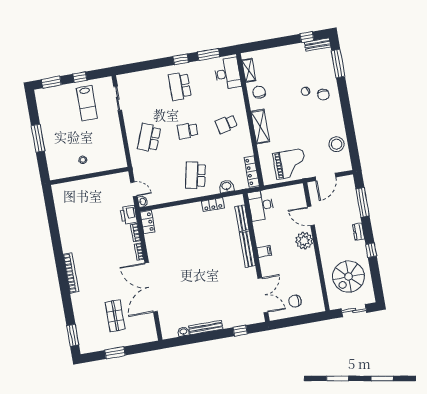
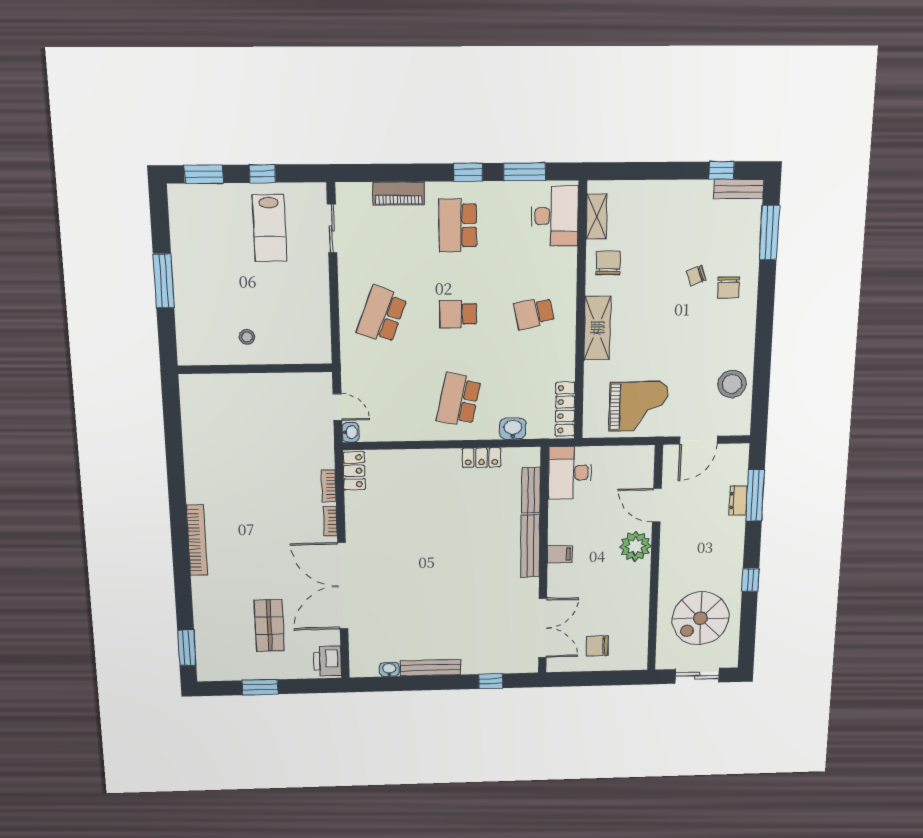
piano: (148, 75) -> (399, 193), added
printer: (129, 215) -> (328, 661), moved
dresser: (358, 232) -> (738, 501), moved

